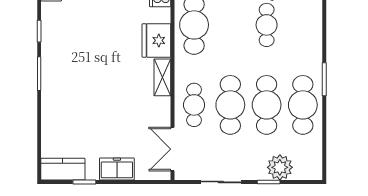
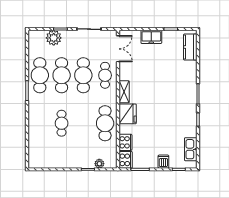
kitchen counter: (63, 169) -> (190, 47), moved, turned 90

